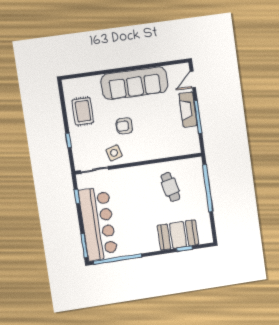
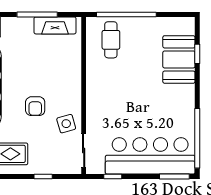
fireplace: (188, 110) -> (55, 25), moved
cafe table: (170, 187) -> (111, 40), moved, turned -76

